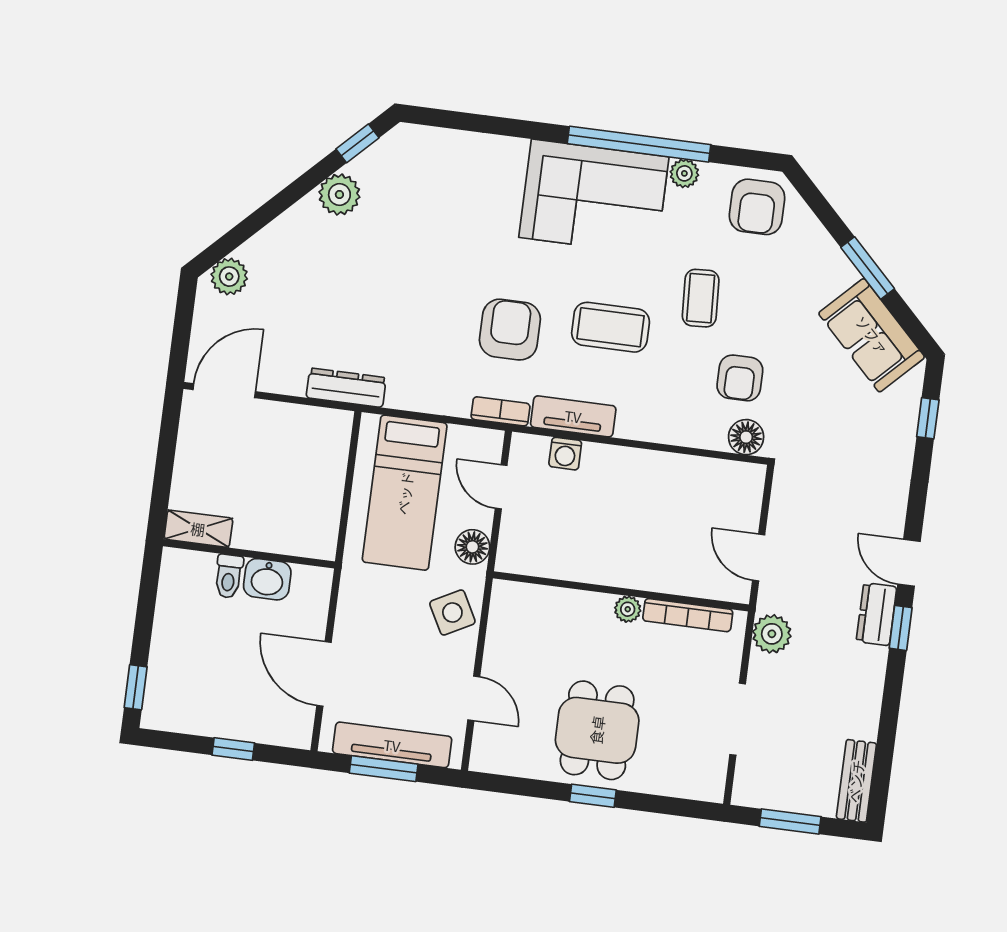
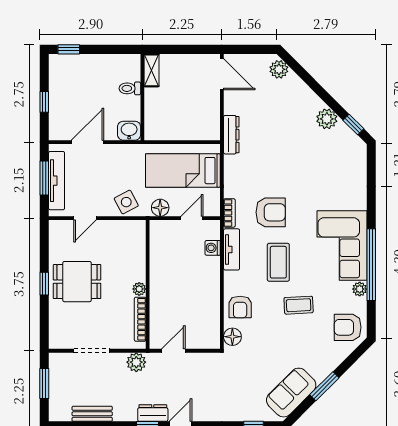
armchair: (740, 378) -> (240, 307), moved, turned -90
washbasin: (267, 579) -> (129, 131), moved, turned 90
bench: (856, 781) -> (92, 414), moved

